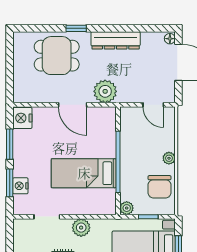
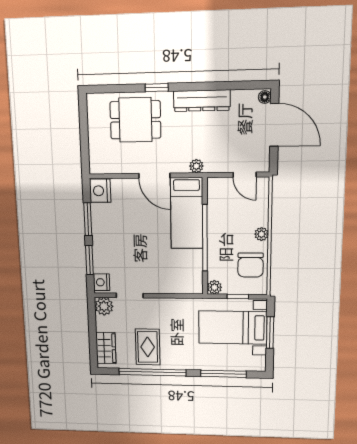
plant: (105, 91) -> (196, 166), width x0.53, depth x0.53
bed: (84, 173) -> (187, 213), moved, turned -90
nightstand: (20, 186) -> (102, 282), moved
plant: (81, 228) -> (104, 306), moved

